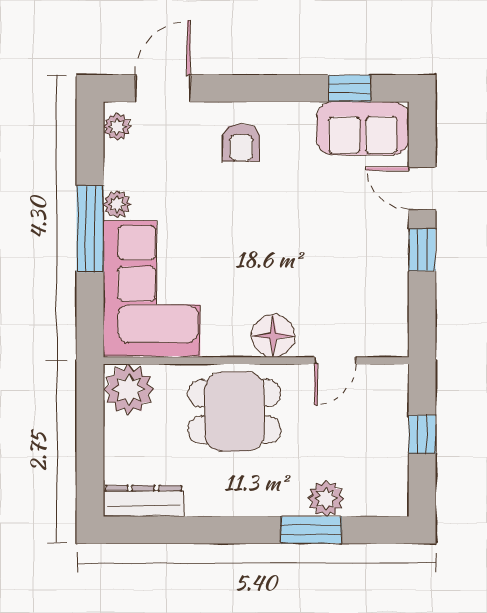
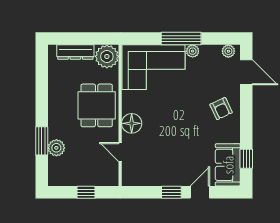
armchair: (241, 143) -> (221, 109), turned -115
dresser: (143, 501) -> (75, 52), moved, turned 90

